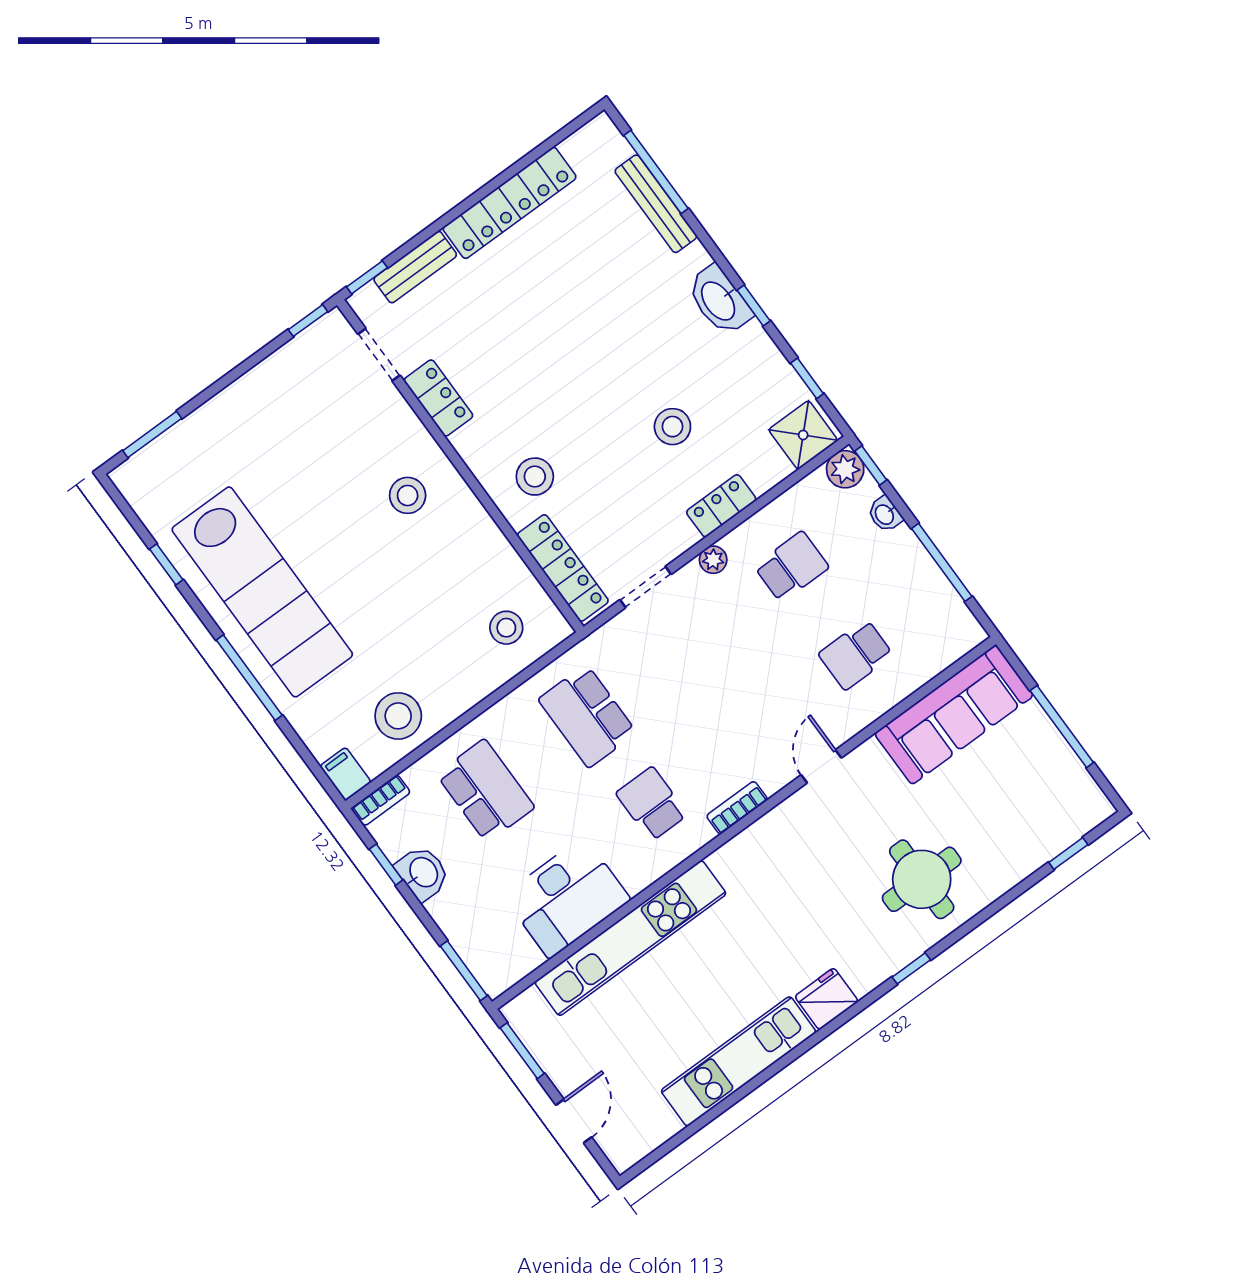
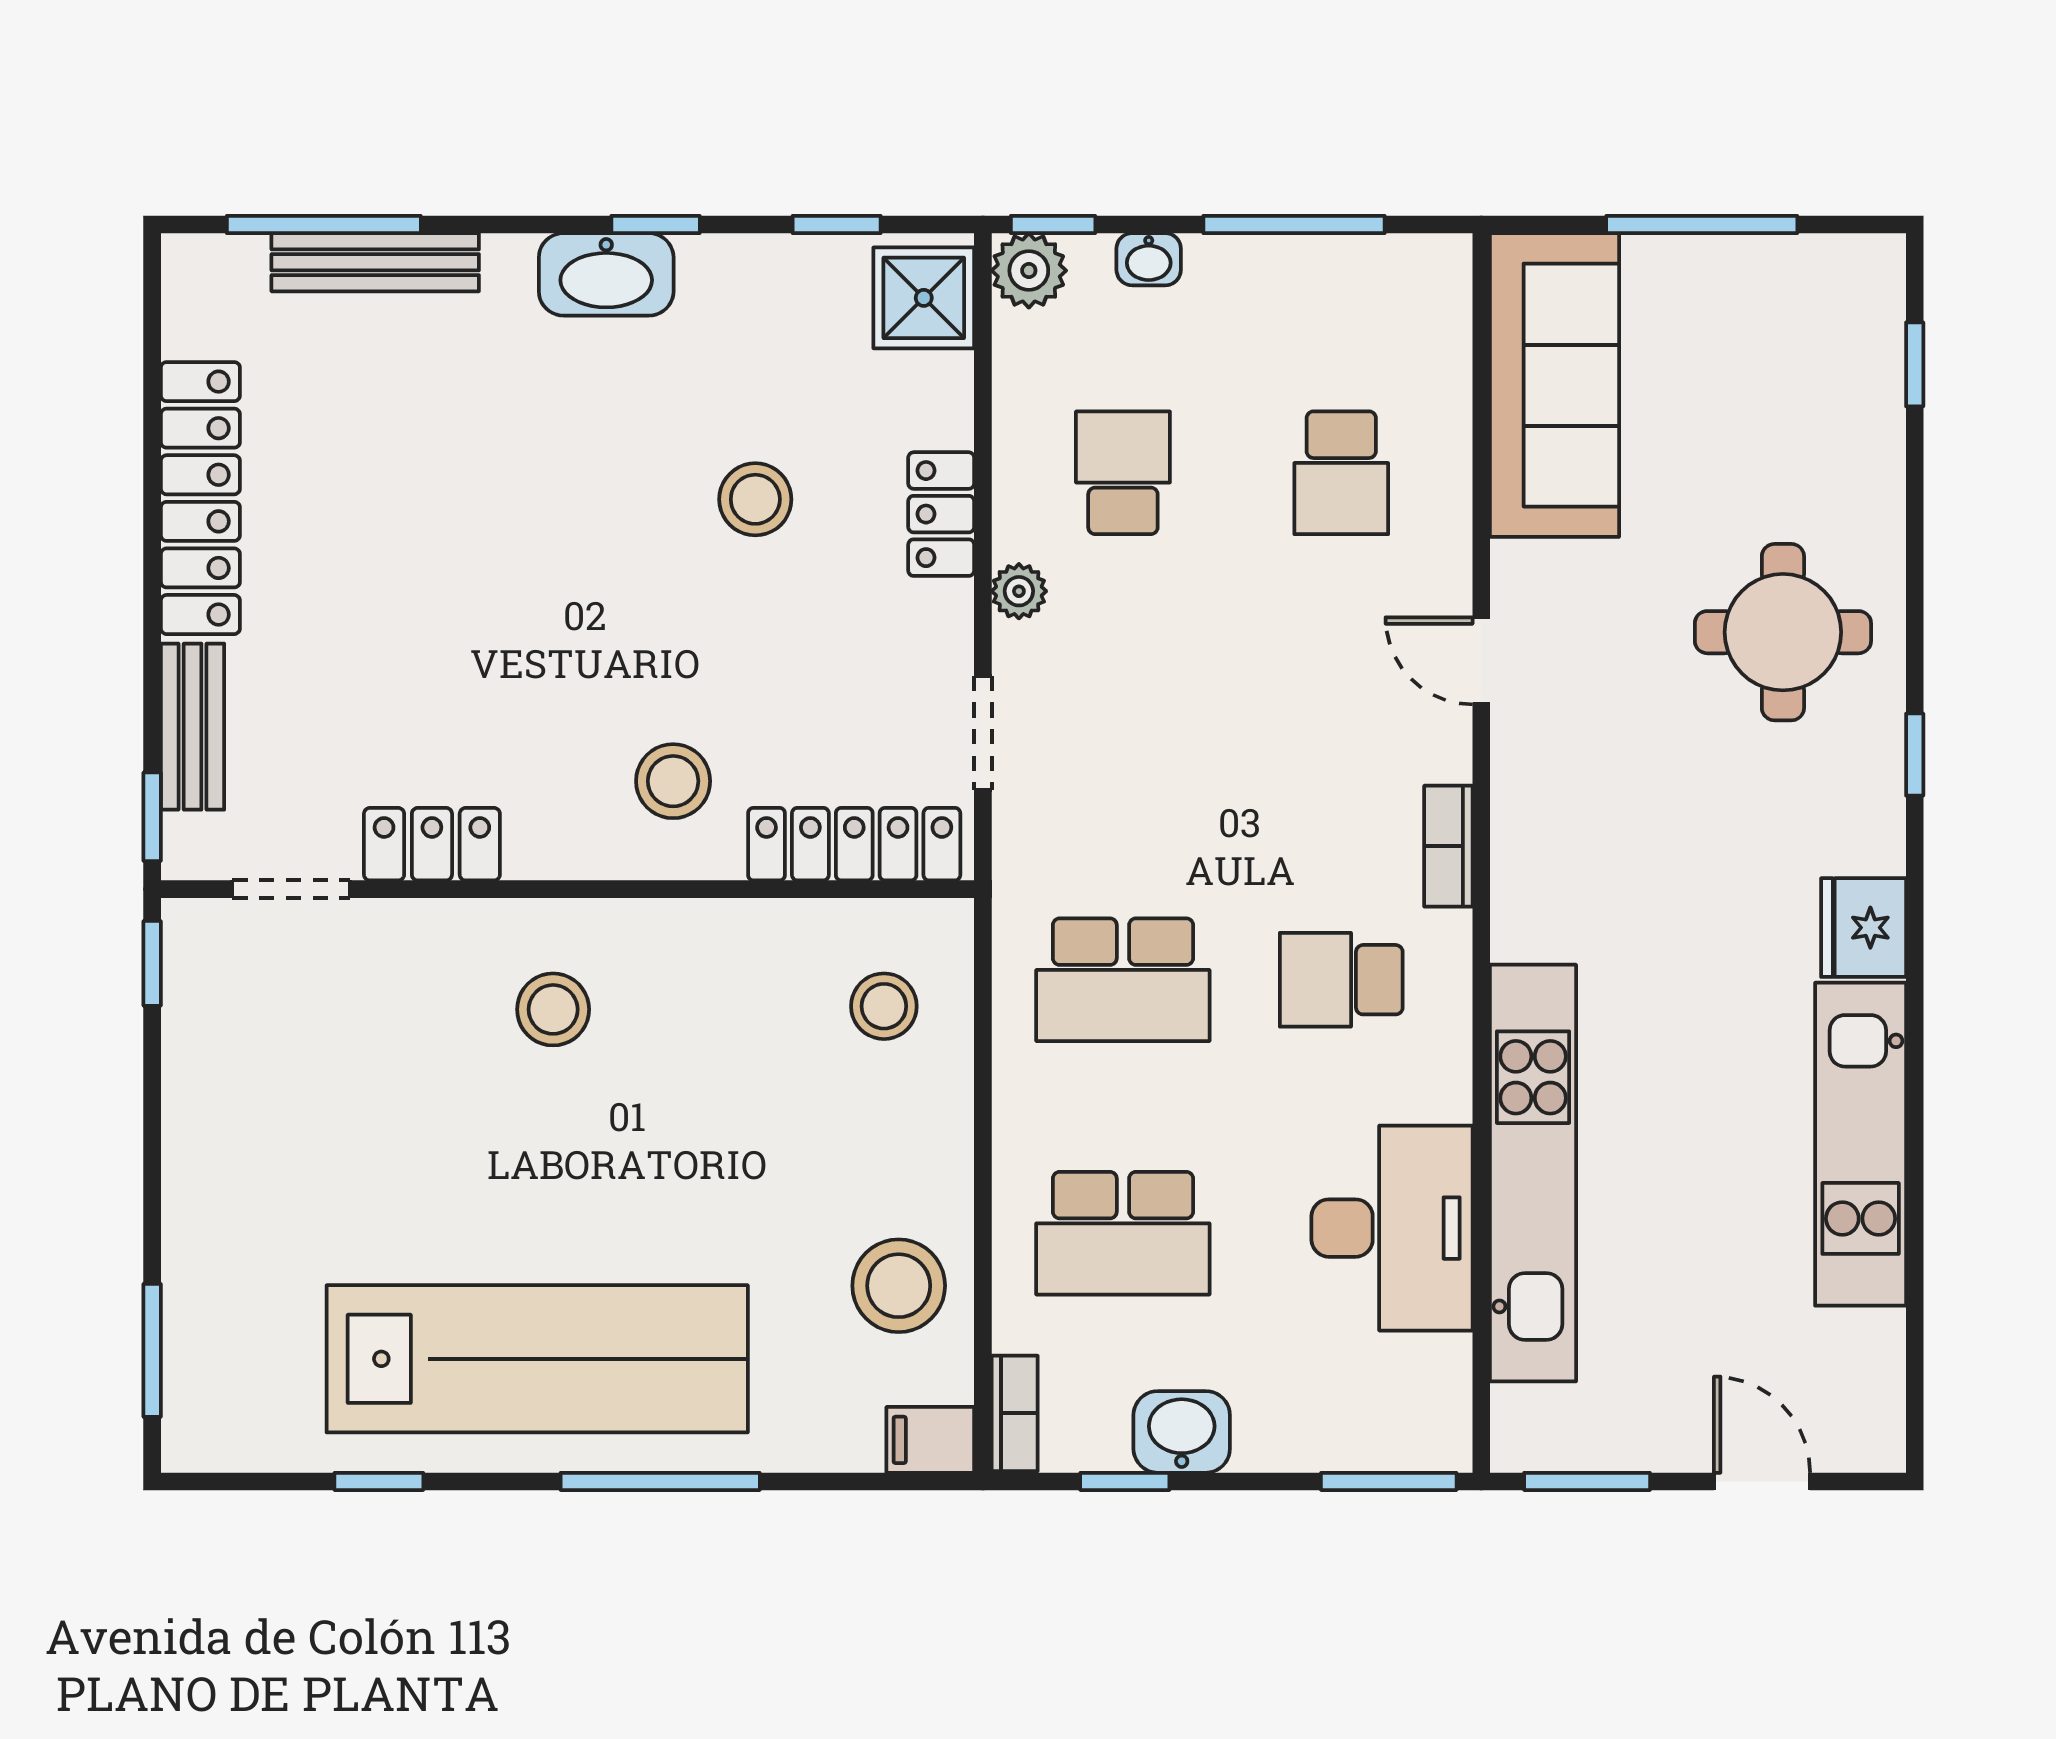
school desk: (485, 791) -> (1123, 1233), turned 180

